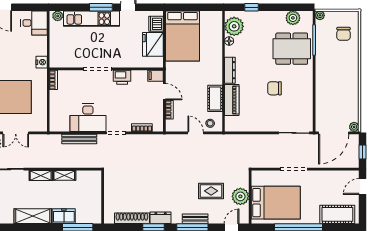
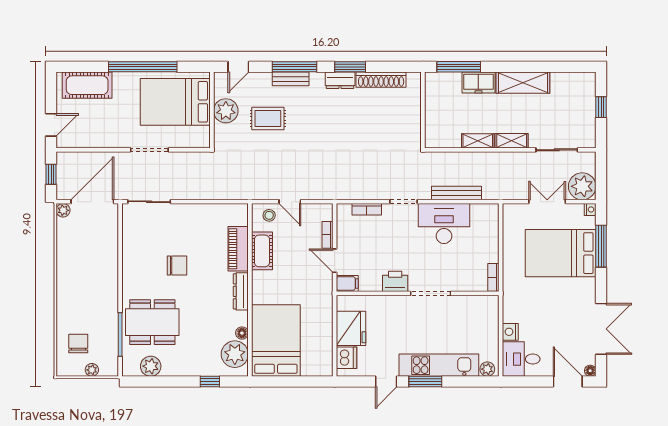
plant: (320, 15) -> (92, 370), moved
bed: (182, 36) -> (276, 340), moved
nightstand: (42, 62) -> (510, 332), moved

